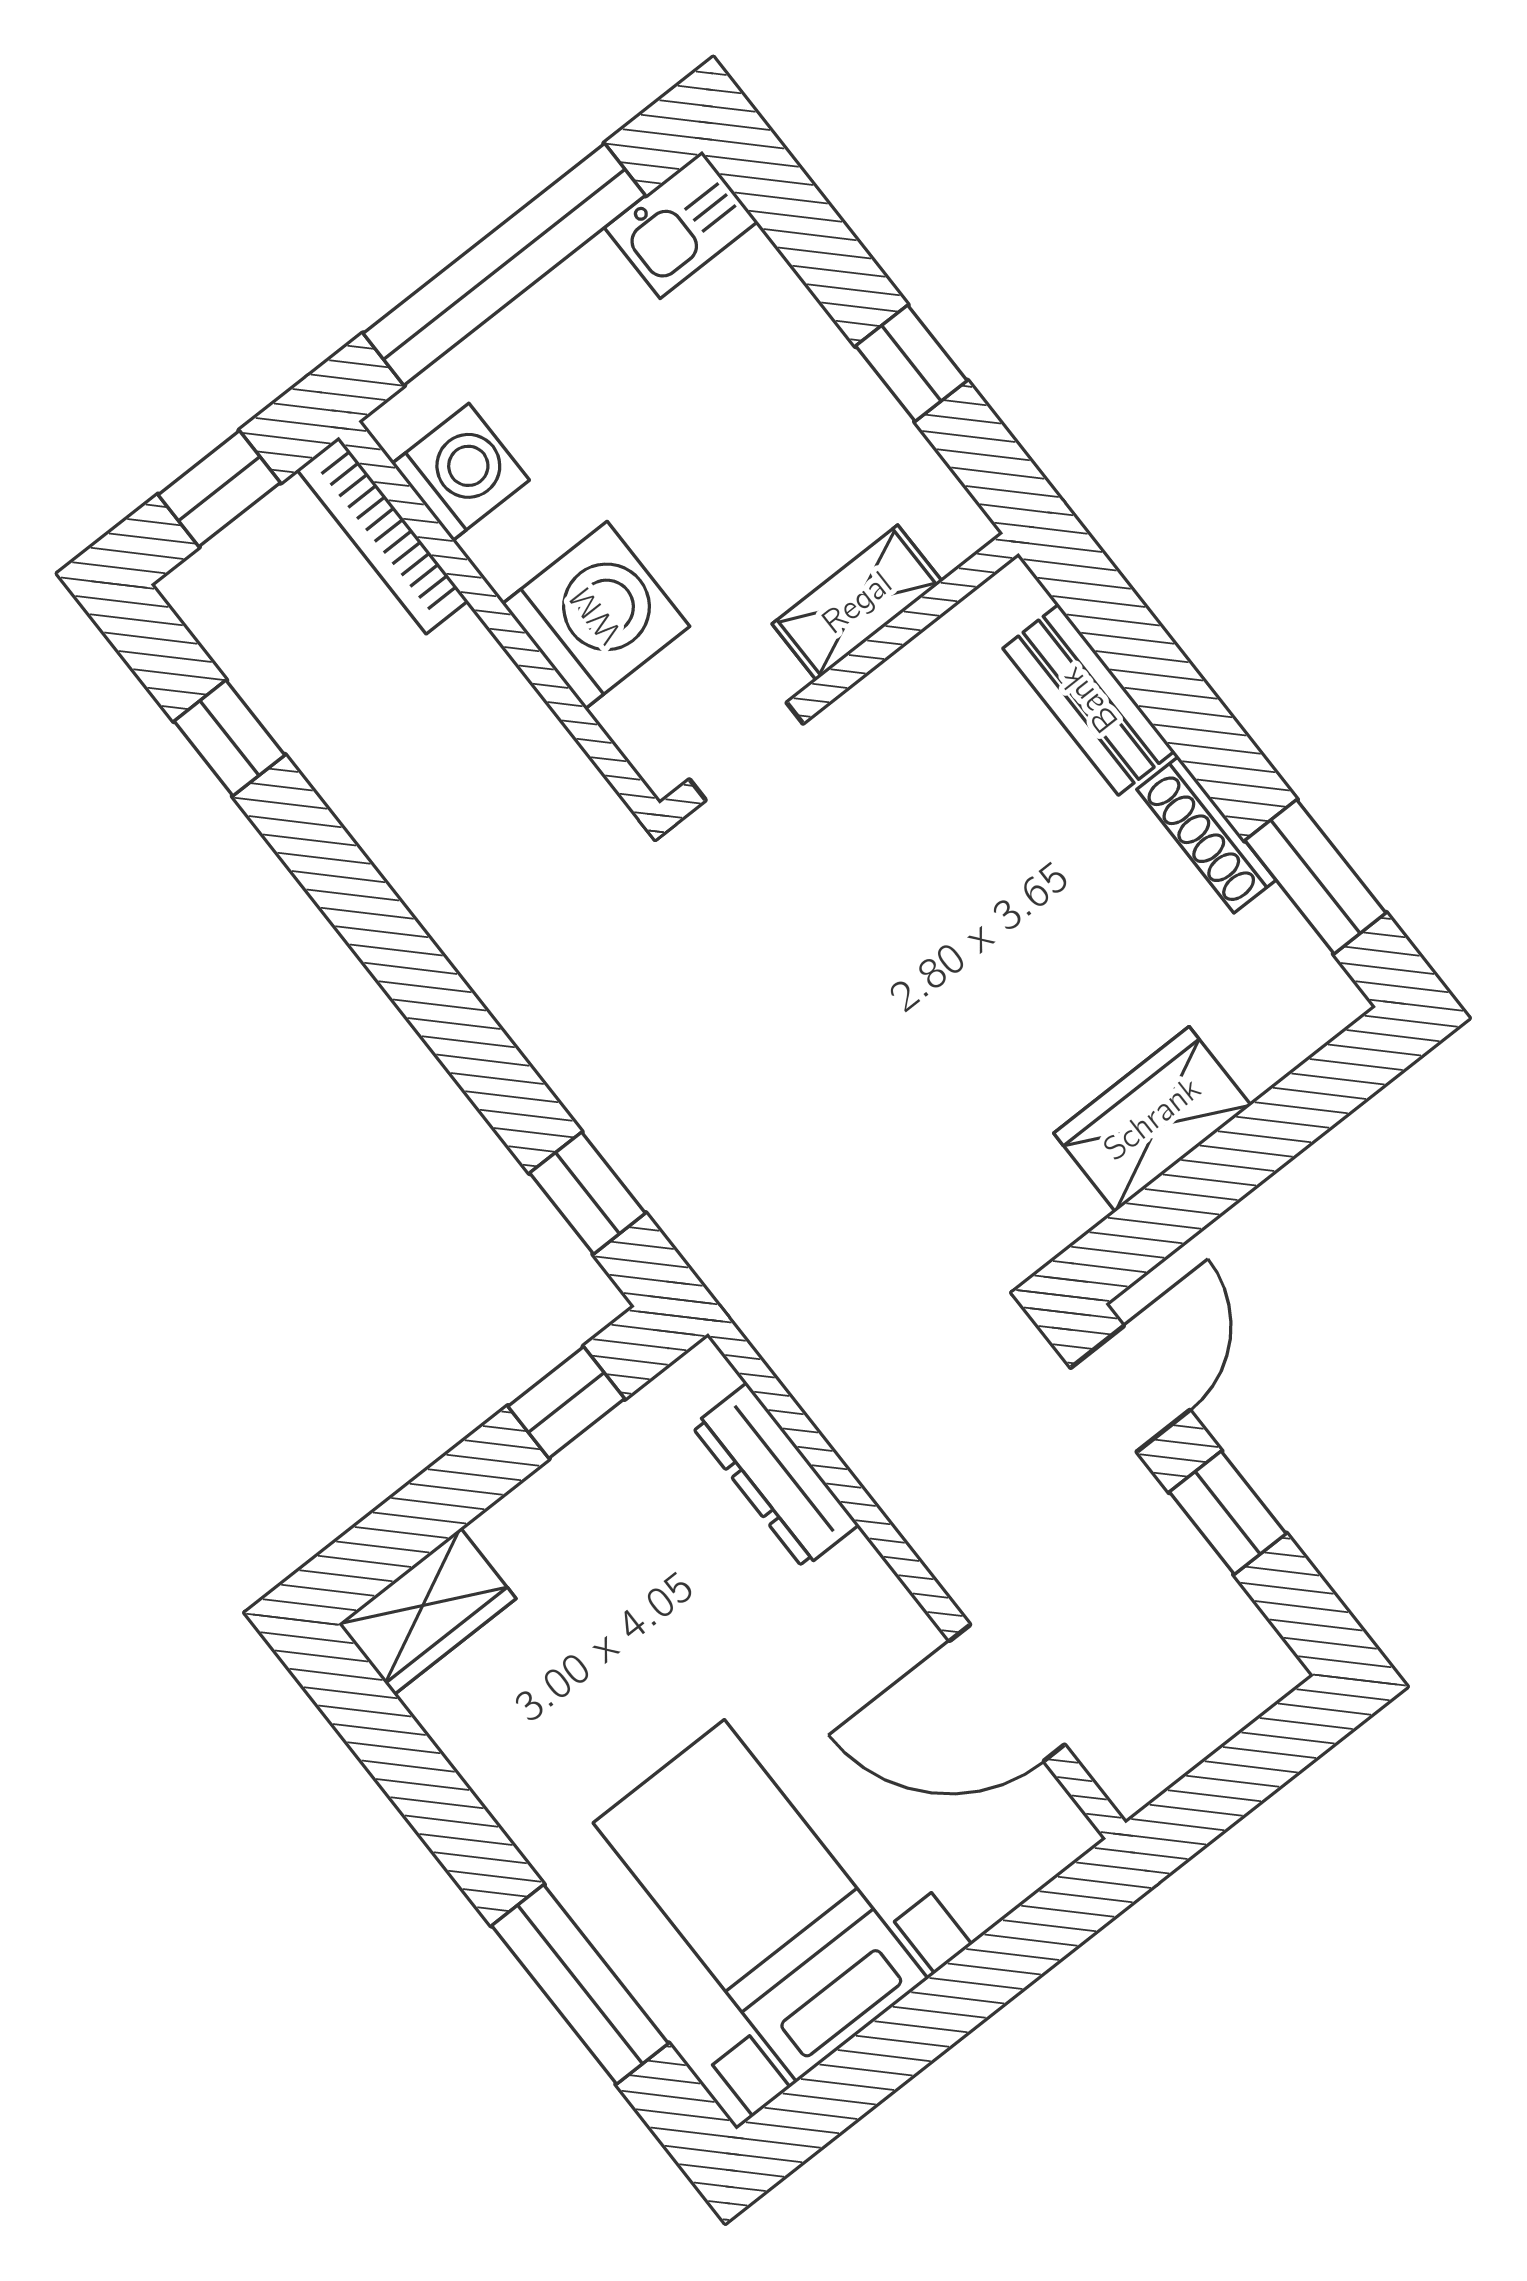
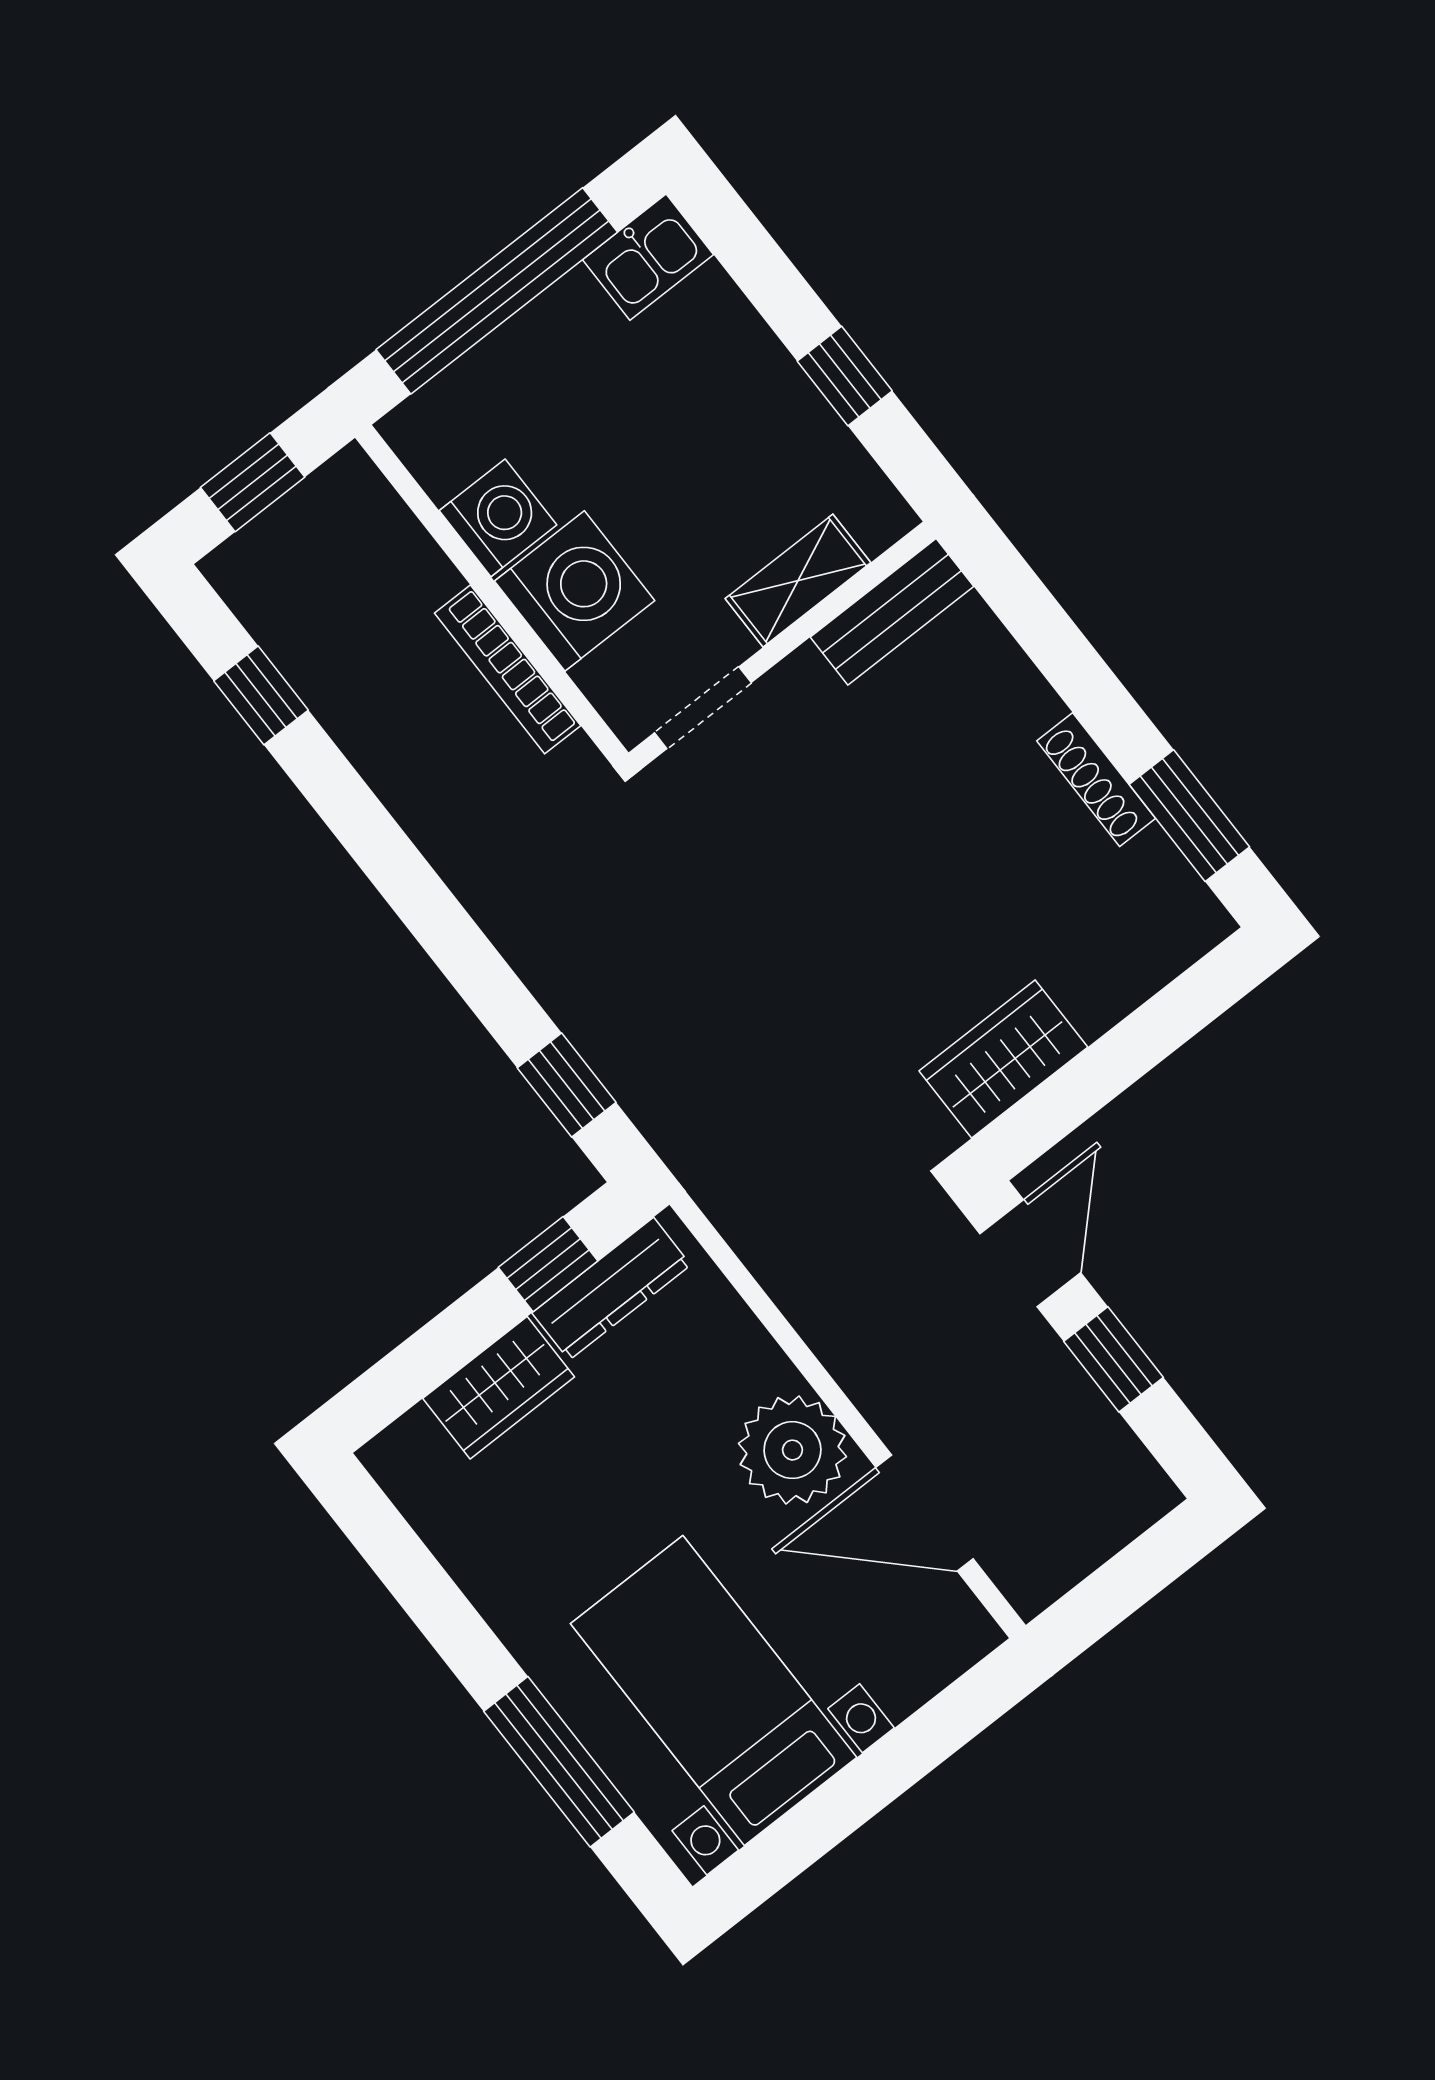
washing machine: (461, 472) -> (498, 518), moved
bookcase: (382, 535) -> (508, 669), moved
bench: (1089, 700) -> (892, 612), moved, turned 90
wardrobe: (1152, 1119) -> (1003, 1059), moved
dresser: (775, 1476) -> (611, 1289), moved, turned -90
wardrobe: (427, 1611) -> (499, 1388), moved
plant: (852, 1619) -> (792, 1450), added

